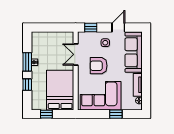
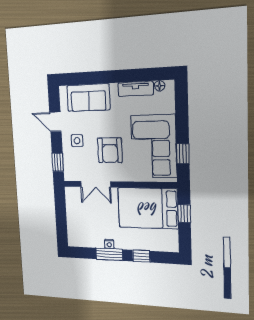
sofa: (134, 52) -> (88, 98), width x0.73
window: (46, 114) -> (184, 214), moved
window: (116, 114) -> (183, 154), moved

